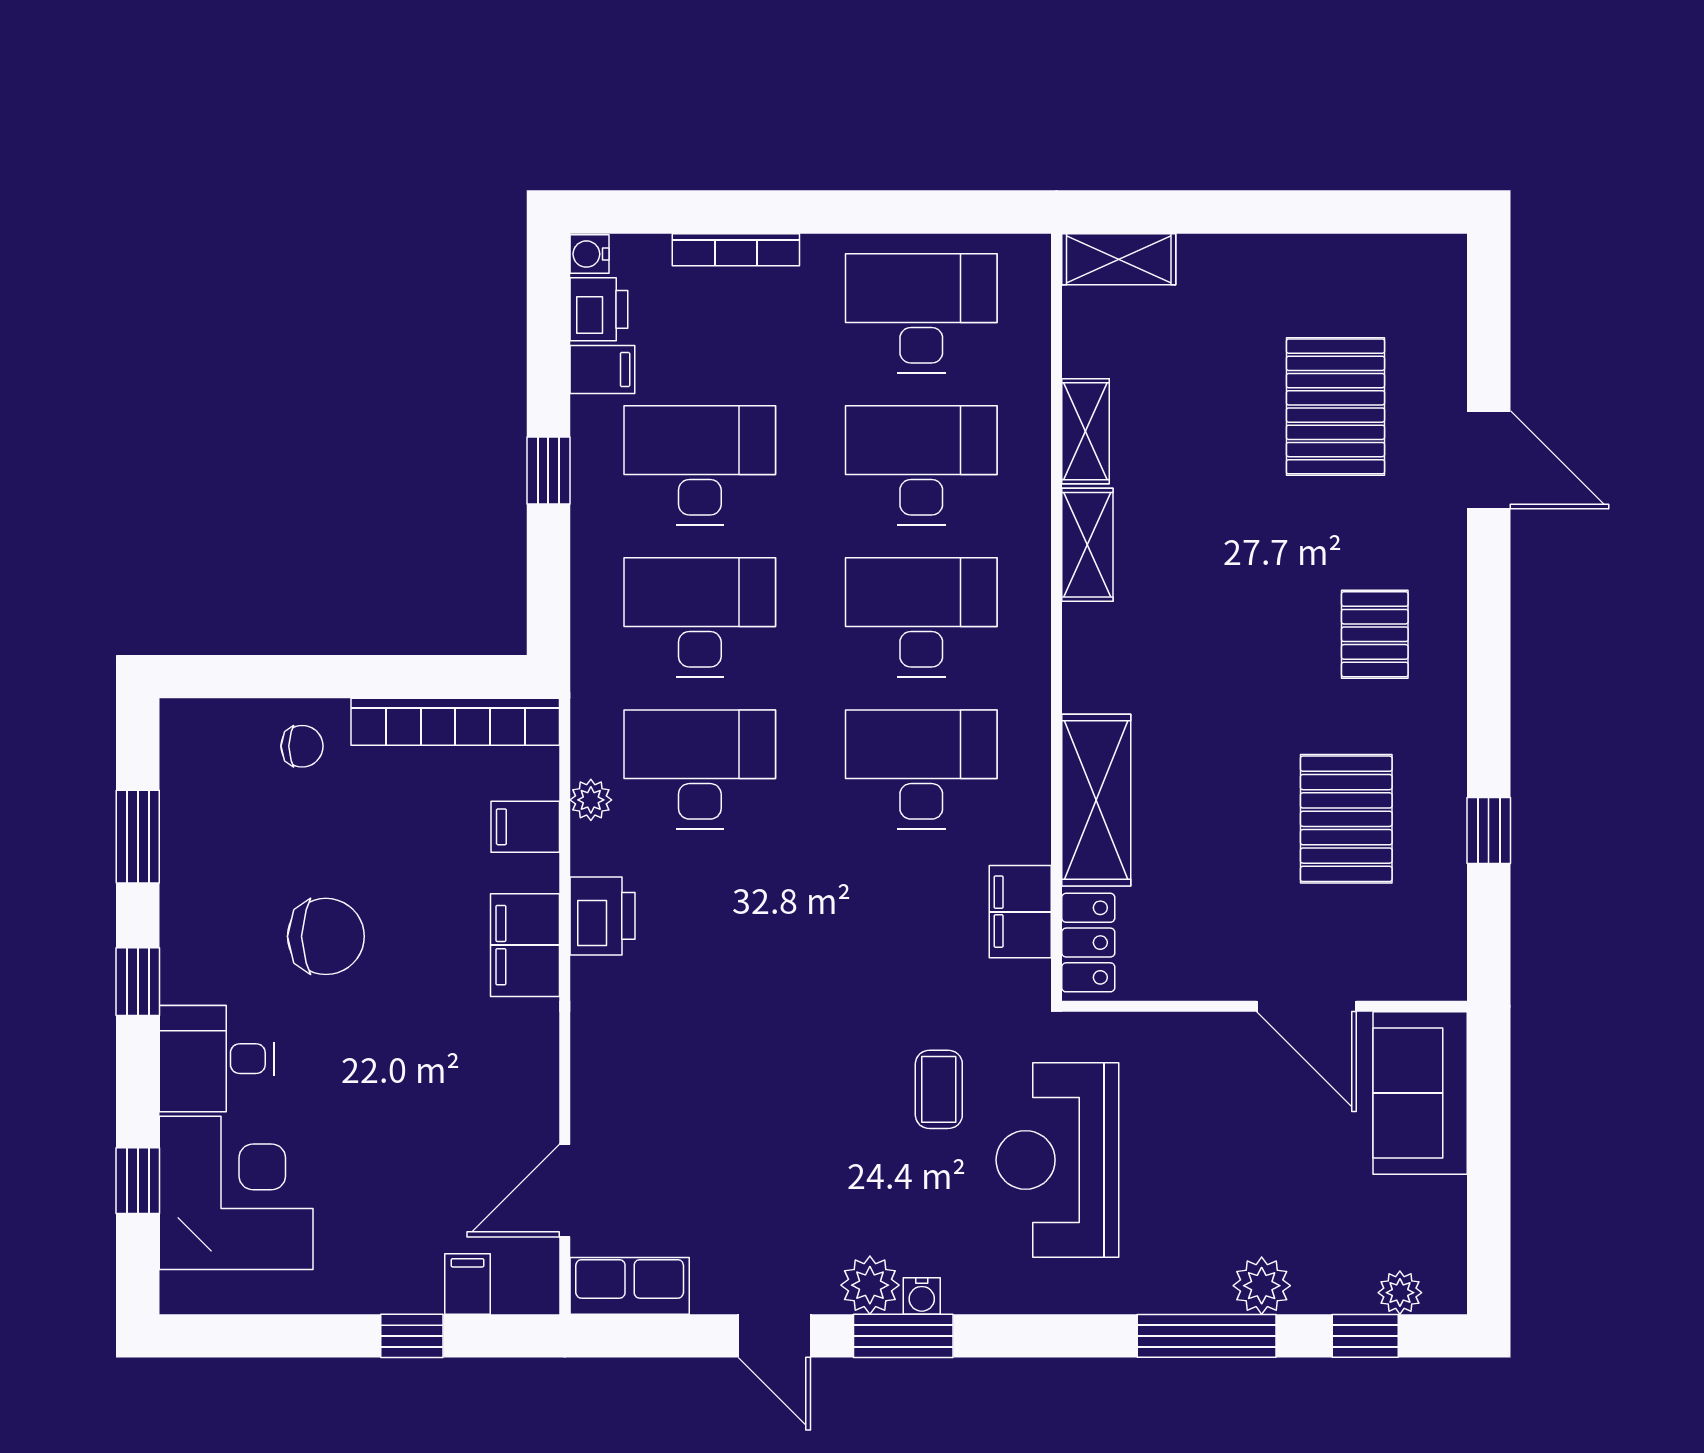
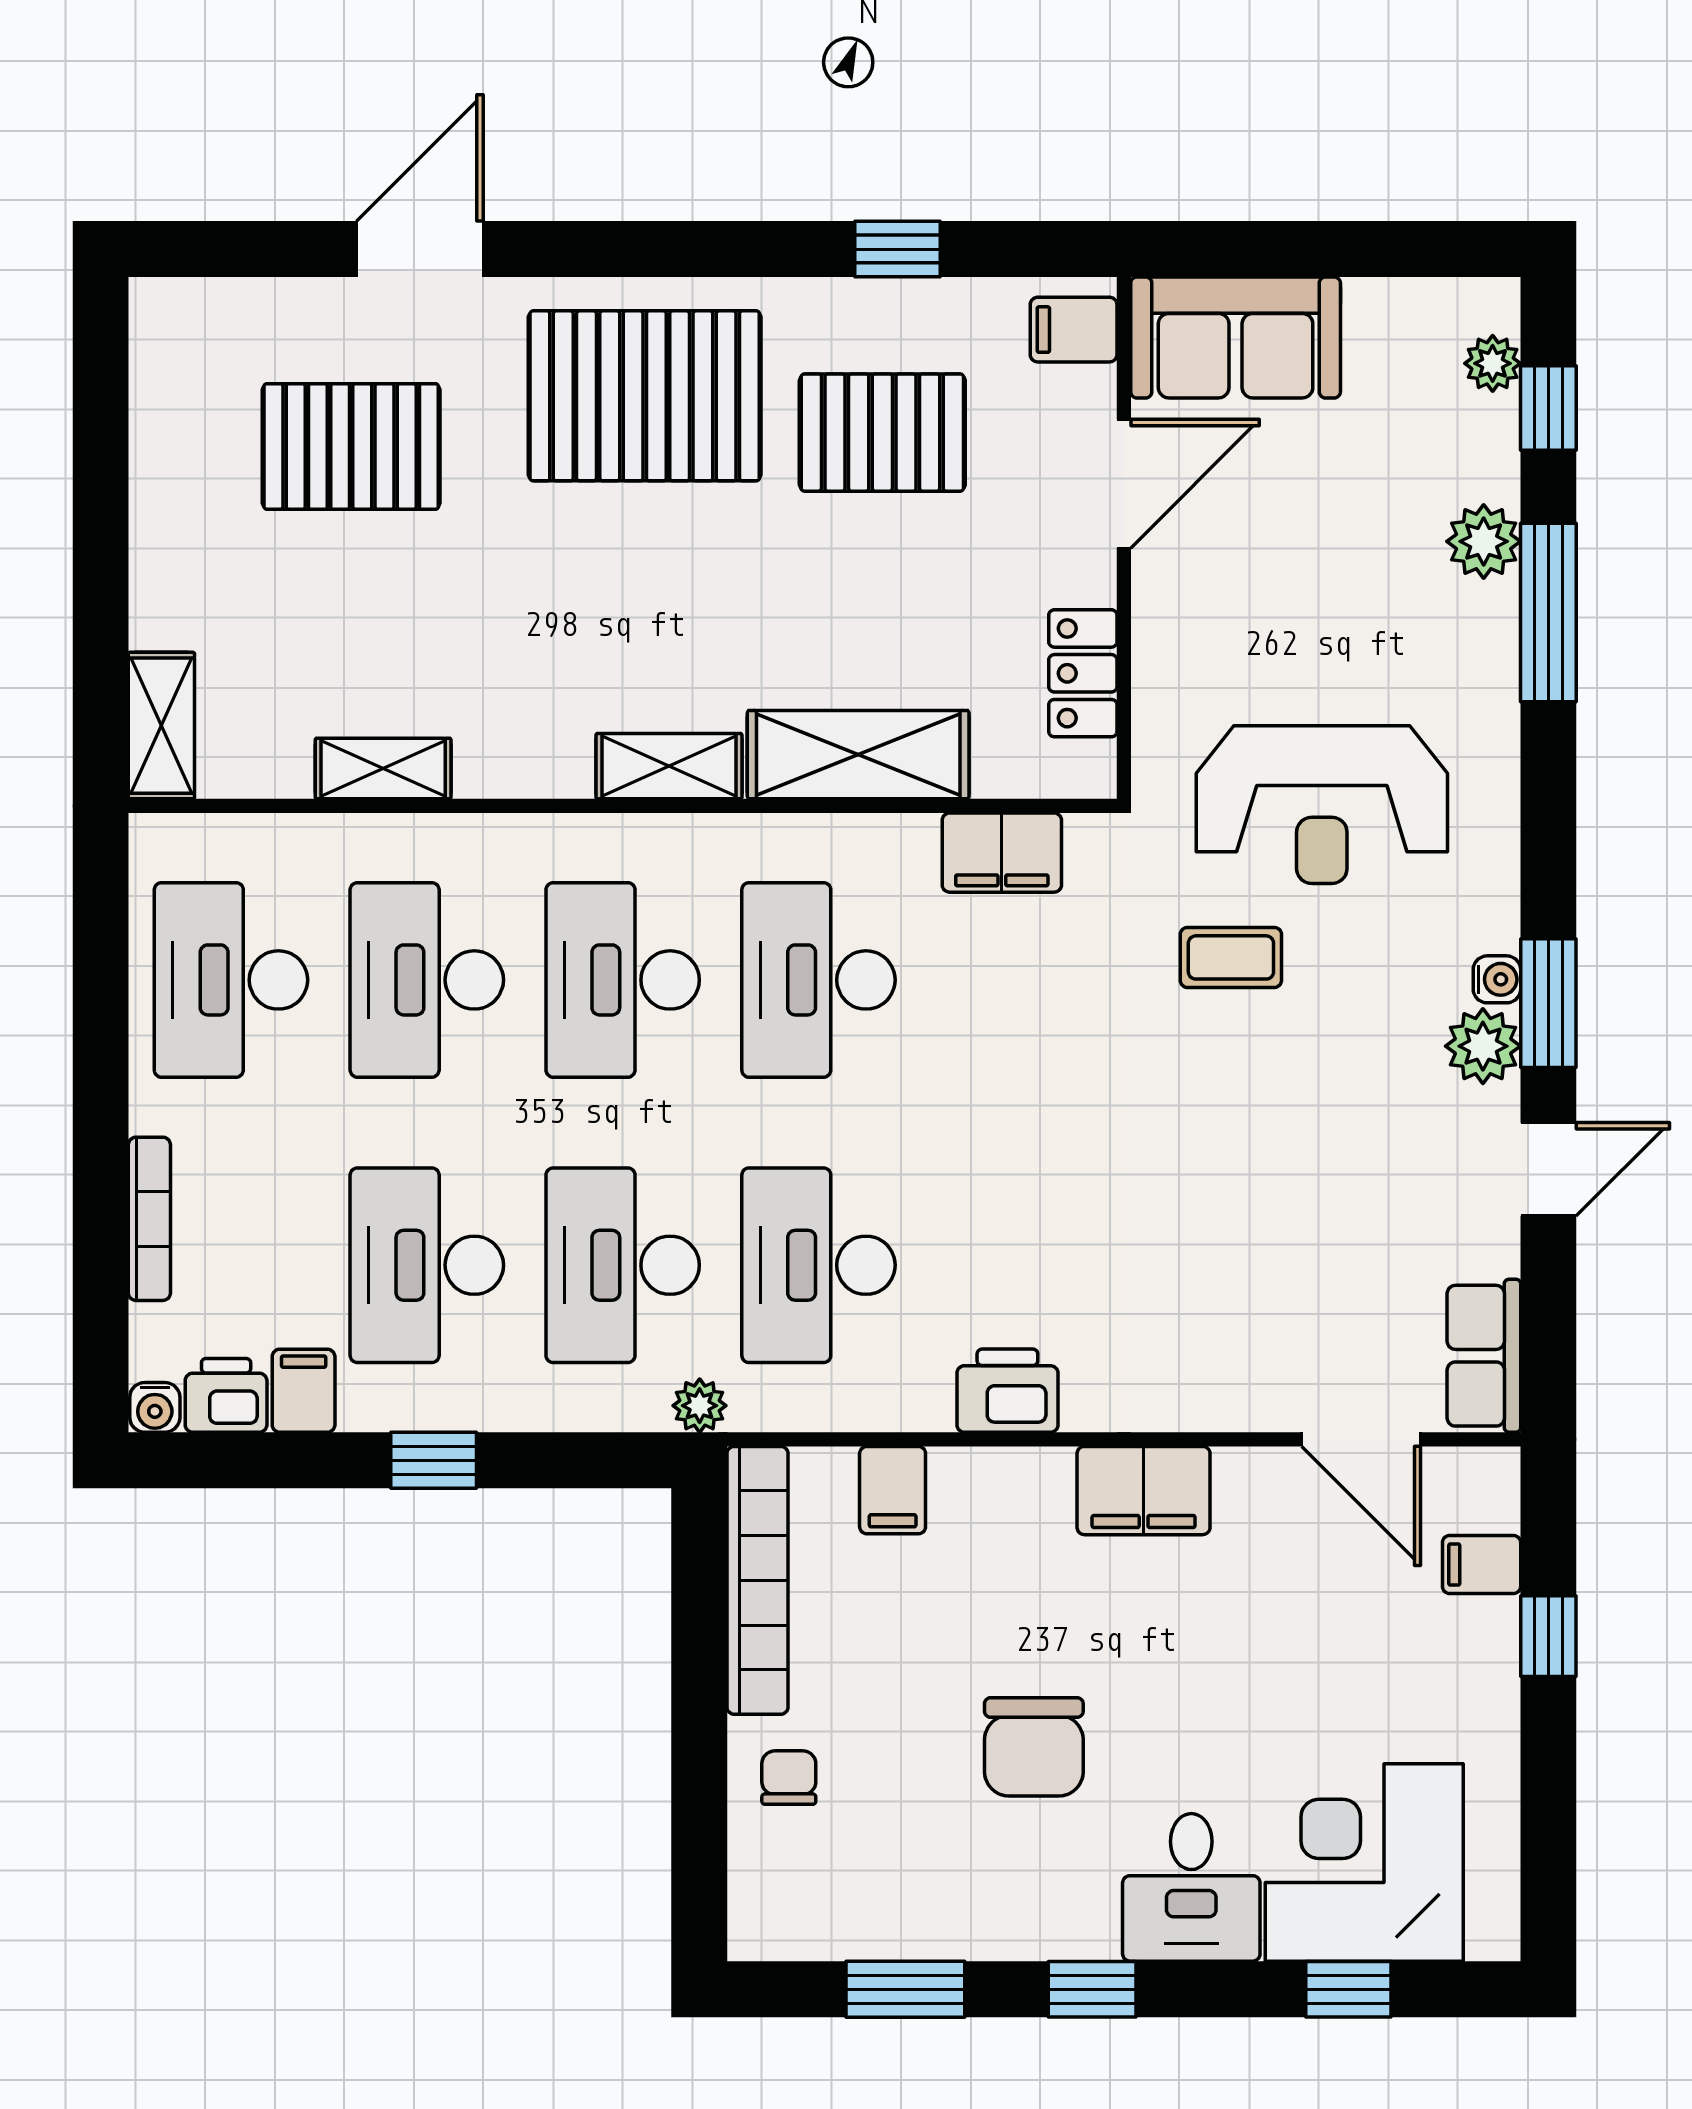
shelving: (1087, 545) -> (669, 766), moved
pallet: (1375, 634) -> (645, 396), width x2.05, depth x2.00
plant: (591, 800) -> (700, 1406), moved
chair: (326, 936) -> (1034, 1747), turned 180
locker: (1088, 943) -> (1083, 673), moved, turned -90
filing cabinet: (525, 945) -> (1144, 1491), moved
filing cabinet: (1426, 967) -> (1074, 330), added

